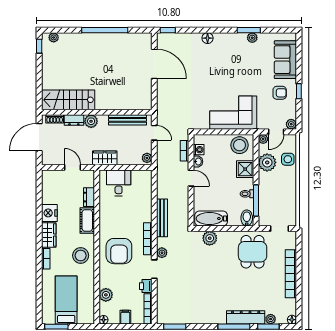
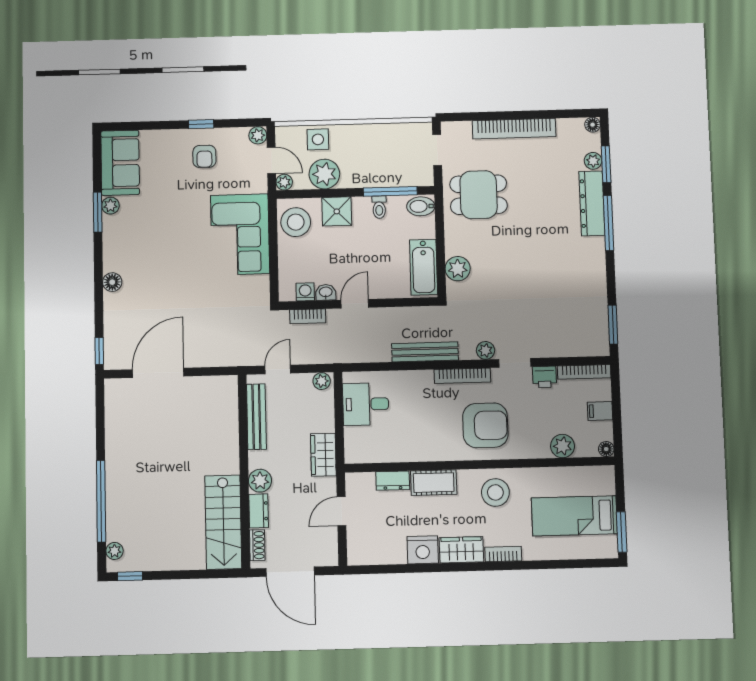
window: (105, 30) -> (101, 501), moved
sofa: (285, 60) -> (120, 163), moved, turned -90
armchair: (280, 93) -> (204, 156), turned 180
desk: (119, 183) -> (366, 404), moved

